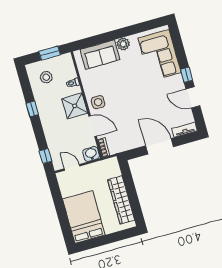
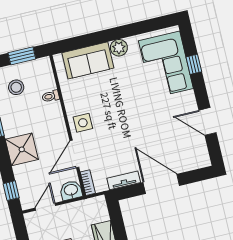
window: (187, 75) -> (194, 64), moved
shower: (75, 106) -> (22, 149), moved
door: (93, 126) -> (74, 154), swing flipped
tv unit: (185, 130) -> (124, 180), moved
door: (72, 167) -> (45, 207), hinge flipped

